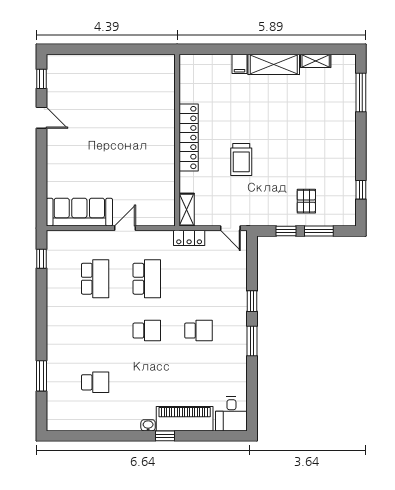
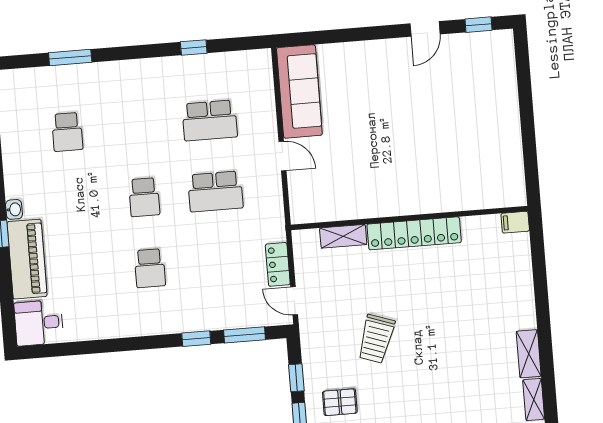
filing cabinet: (239, 64) -> (515, 222), moved
shelving: (274, 64) -> (529, 354), width x0.67, depth x0.75
trolley: (241, 160) -> (376, 339), moved, turned -71
shelving: (187, 210) -> (343, 236), moved
door: (230, 228) -> (294, 301), hinge flipped
locker: (189, 238) -> (278, 264), moved
window: (41, 259) -> (194, 48), moved
window: (252, 341) -> (244, 335), moved

